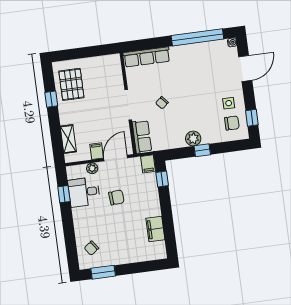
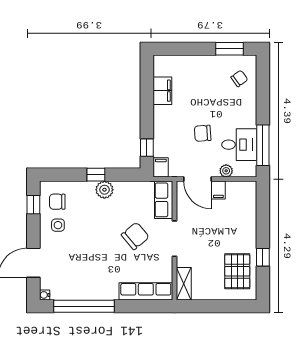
chair: (162, 103) -> (135, 236), width x1.87, depth x1.87
shelving: (68, 139) -> (184, 284), moved
door: (116, 158) -> (197, 179), hinge flipped
window: (64, 194) -> (263, 145), width x2.17

